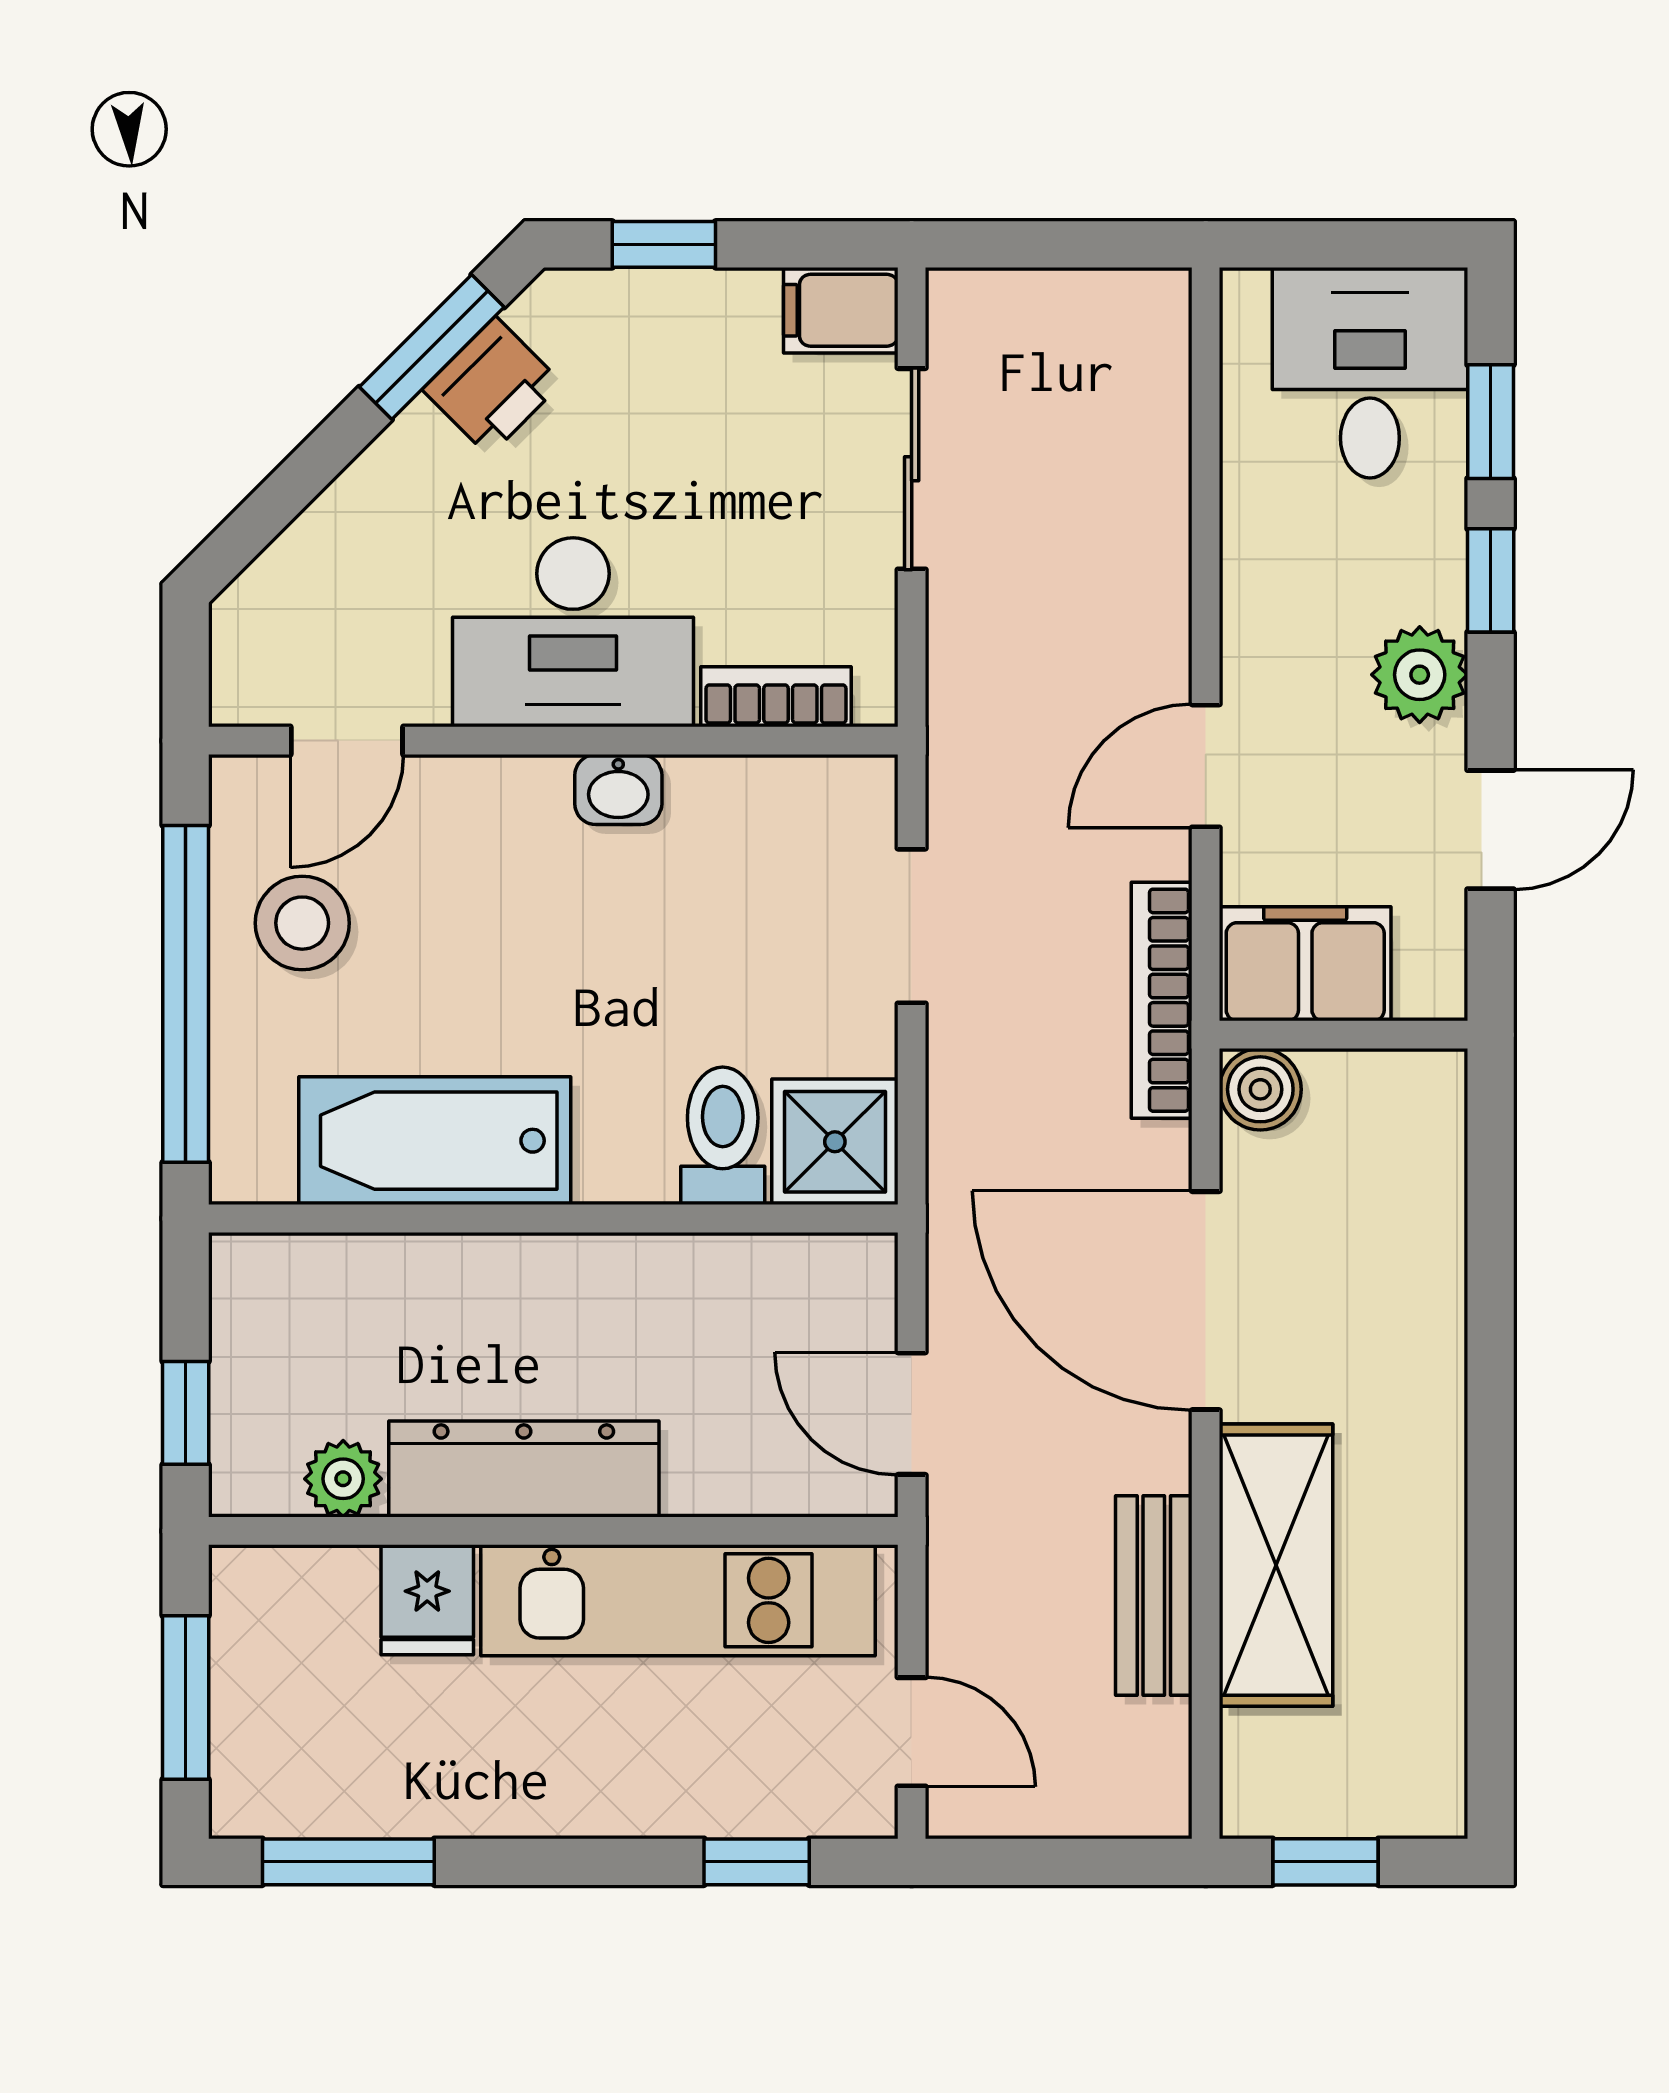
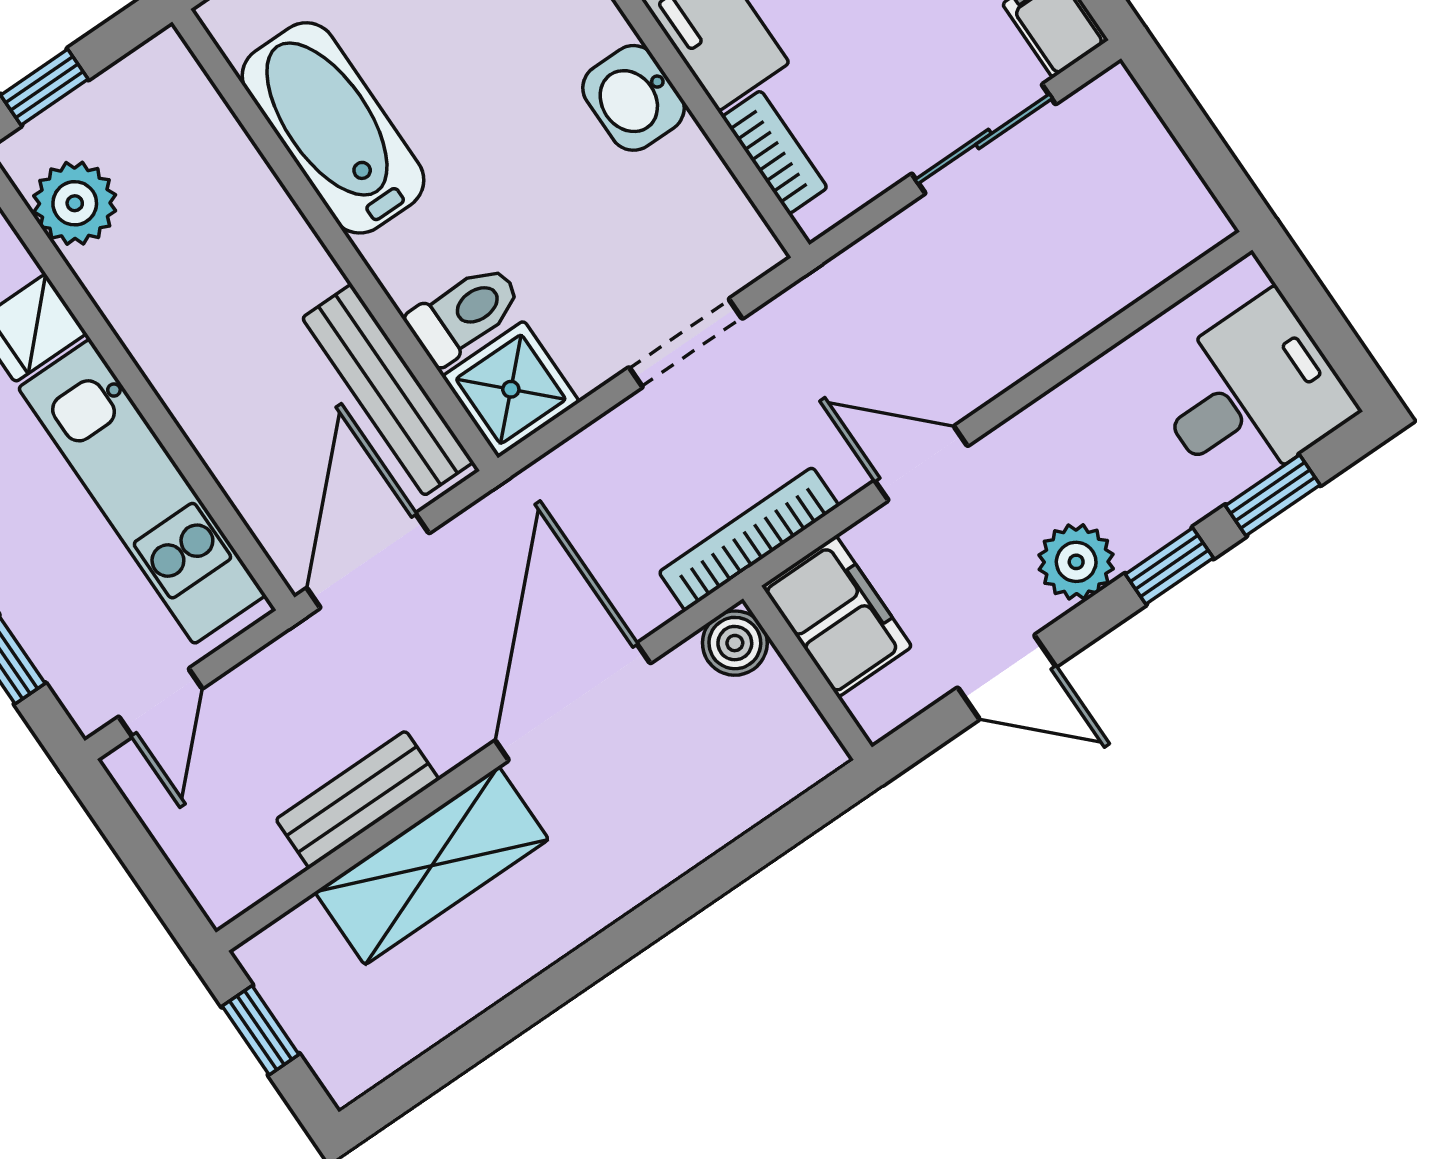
washbasin: (618, 790) -> (633, 98), width x1.38, depth x1.45
bench: (748, 1271) -> (388, 390), added
door: (912, 1414) -> (368, 561), width x1.38
dresser: (524, 1469) -> (159, 333), removed
plant: (343, 1479) -> (75, 203), width x1.38, depth x1.38

